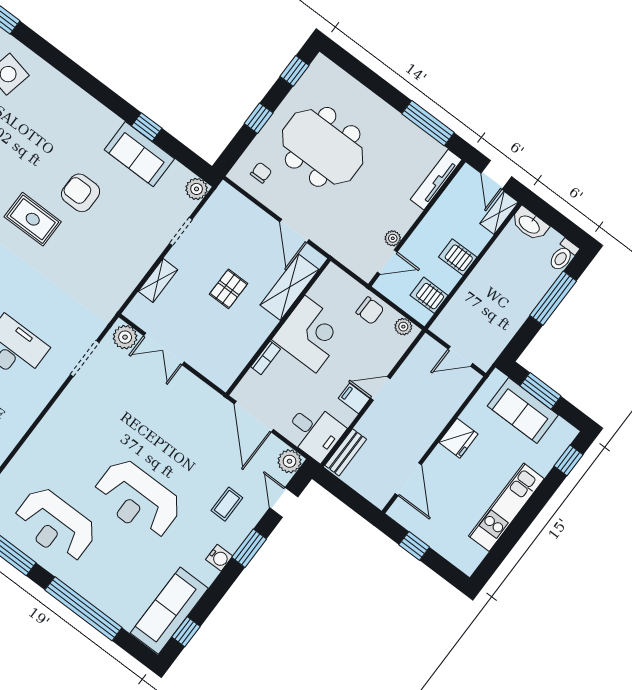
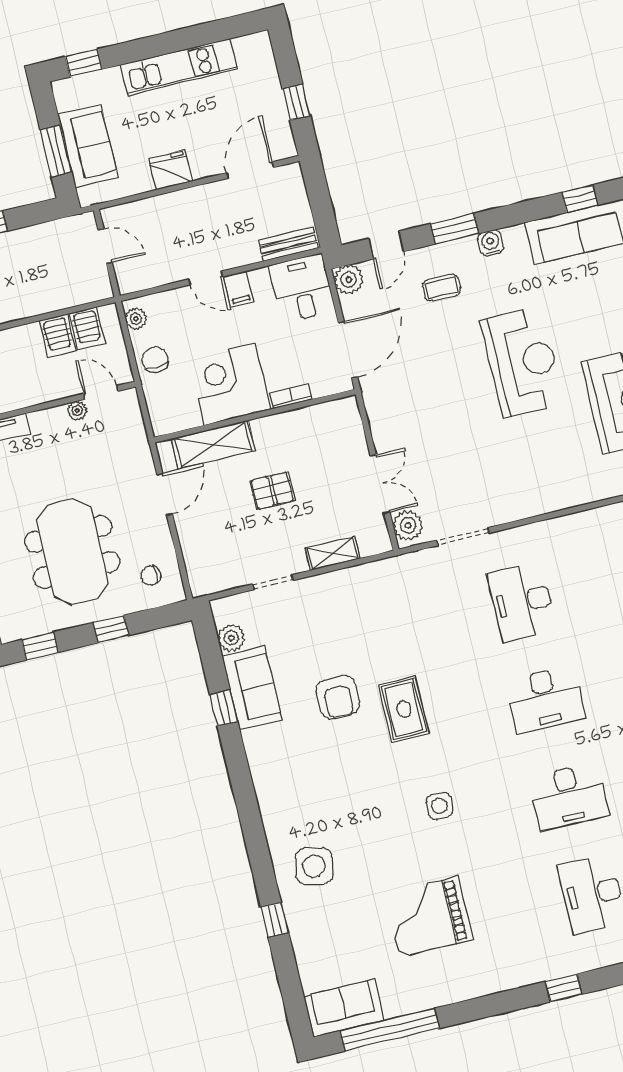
plant: (197, 189) -> (231, 638), moved
server rack: (458, 257) -> (58, 336), moved

